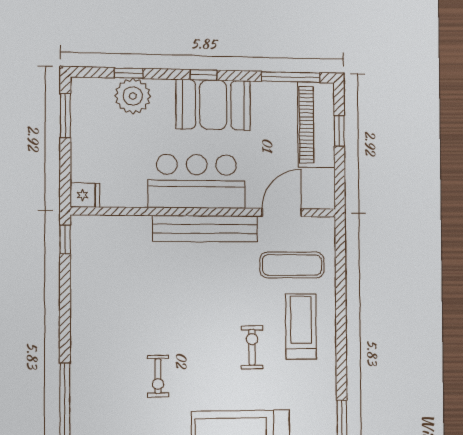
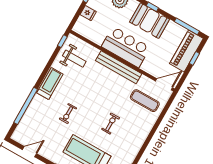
fridge: (85, 195) -> (88, 13), moved
door: (282, 213) -> (164, 84), moved
weight bench: (109, 261) -> (74, 59), added
treadmill: (301, 326) -> (50, 83), moved

